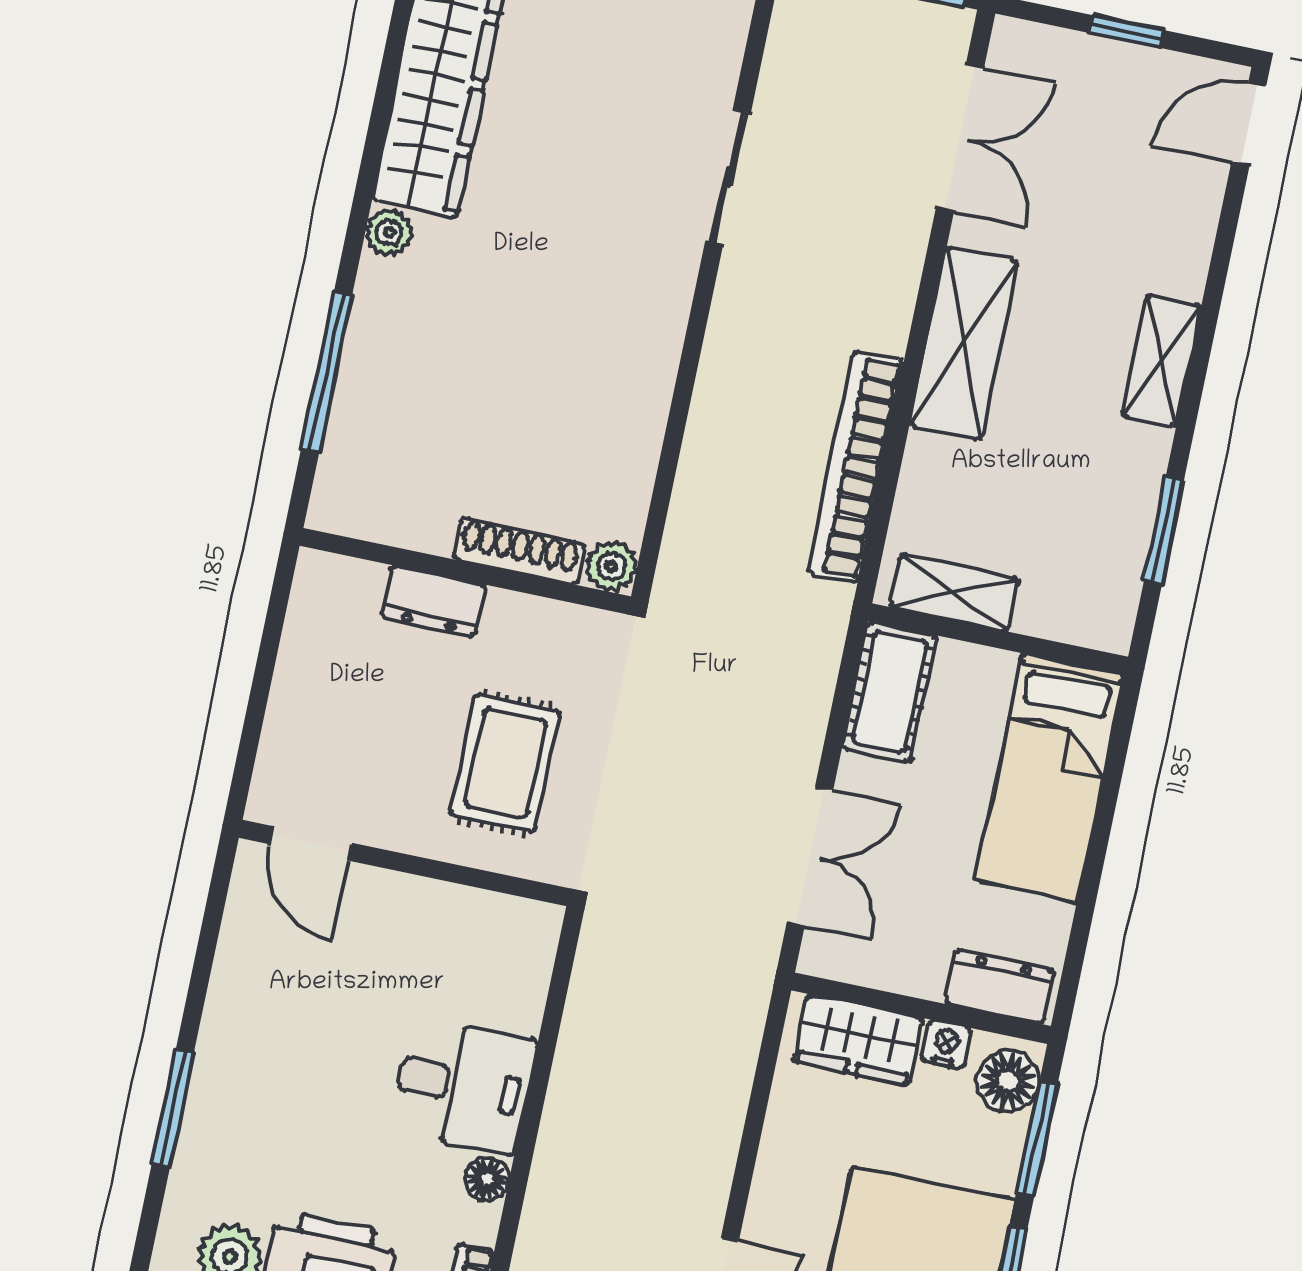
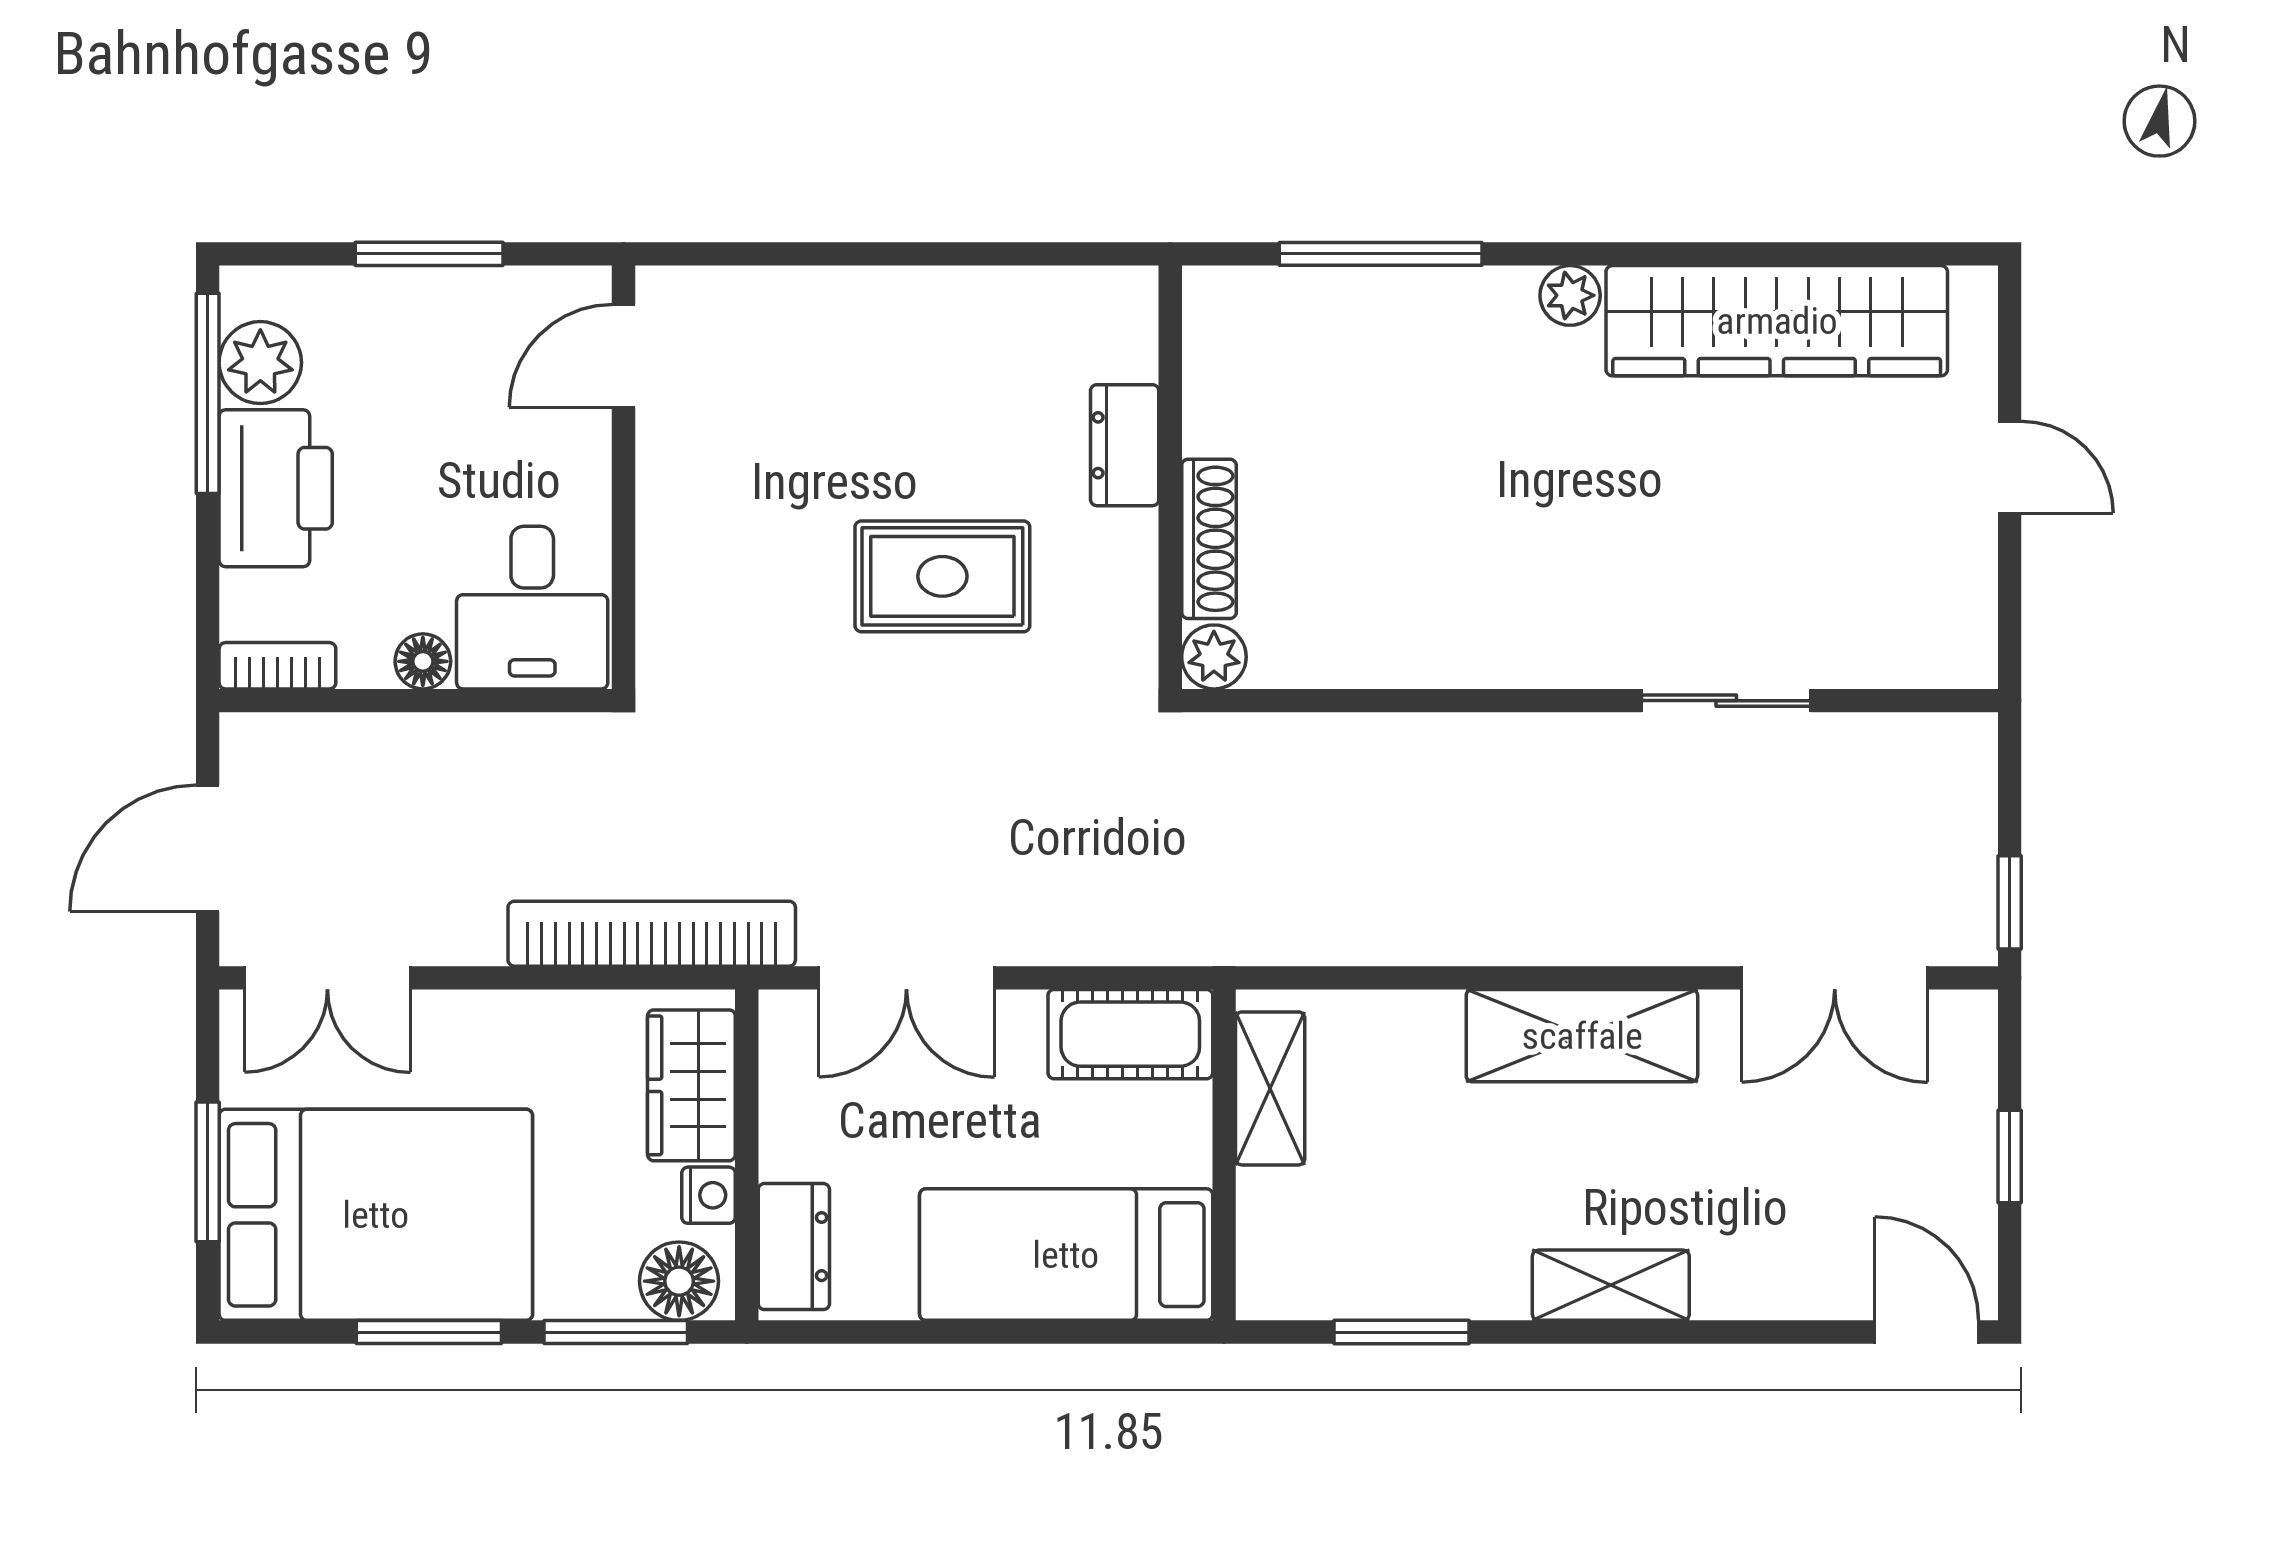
bookcase: (856, 467) -> (652, 934), moved
door: (311, 843) -> (624, 356), moved
wall: (404, 863) -> (624, 477), moved

